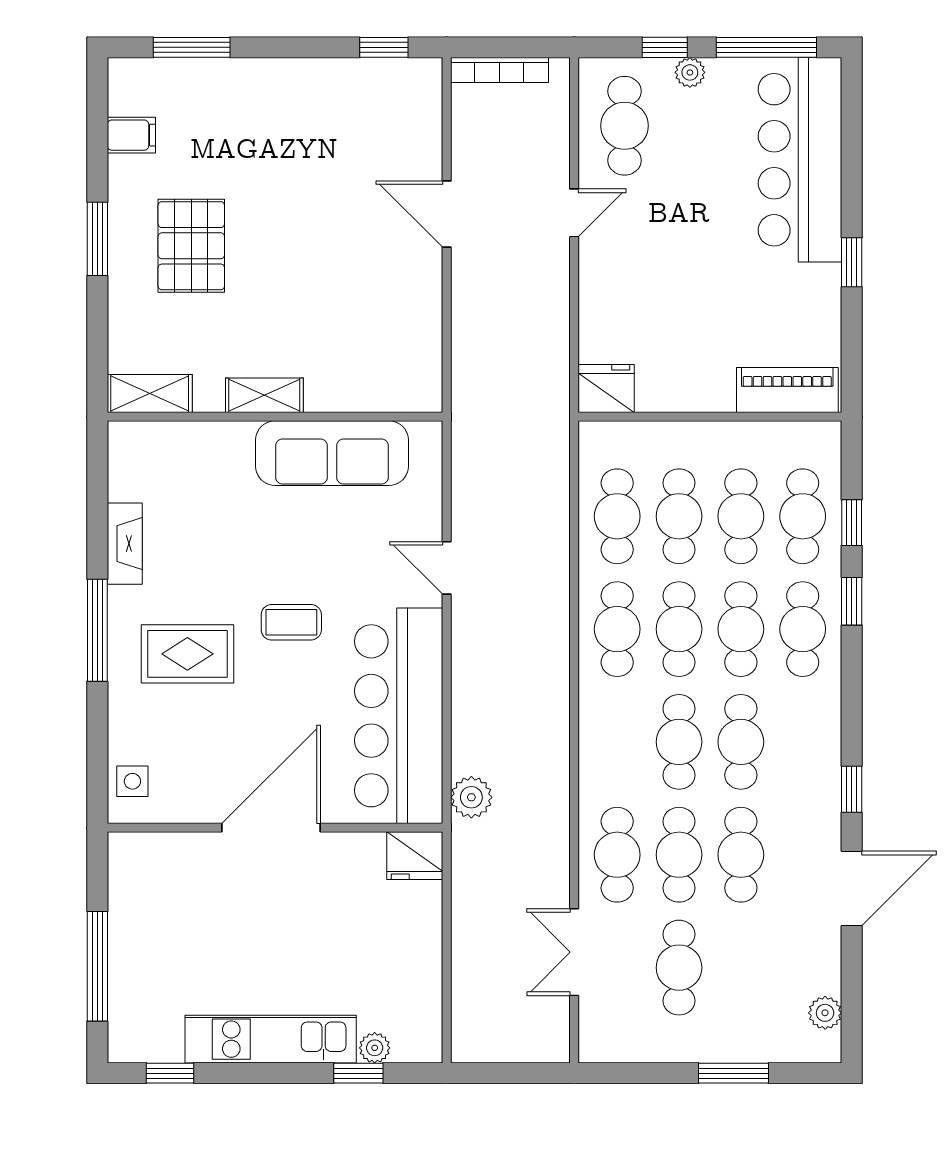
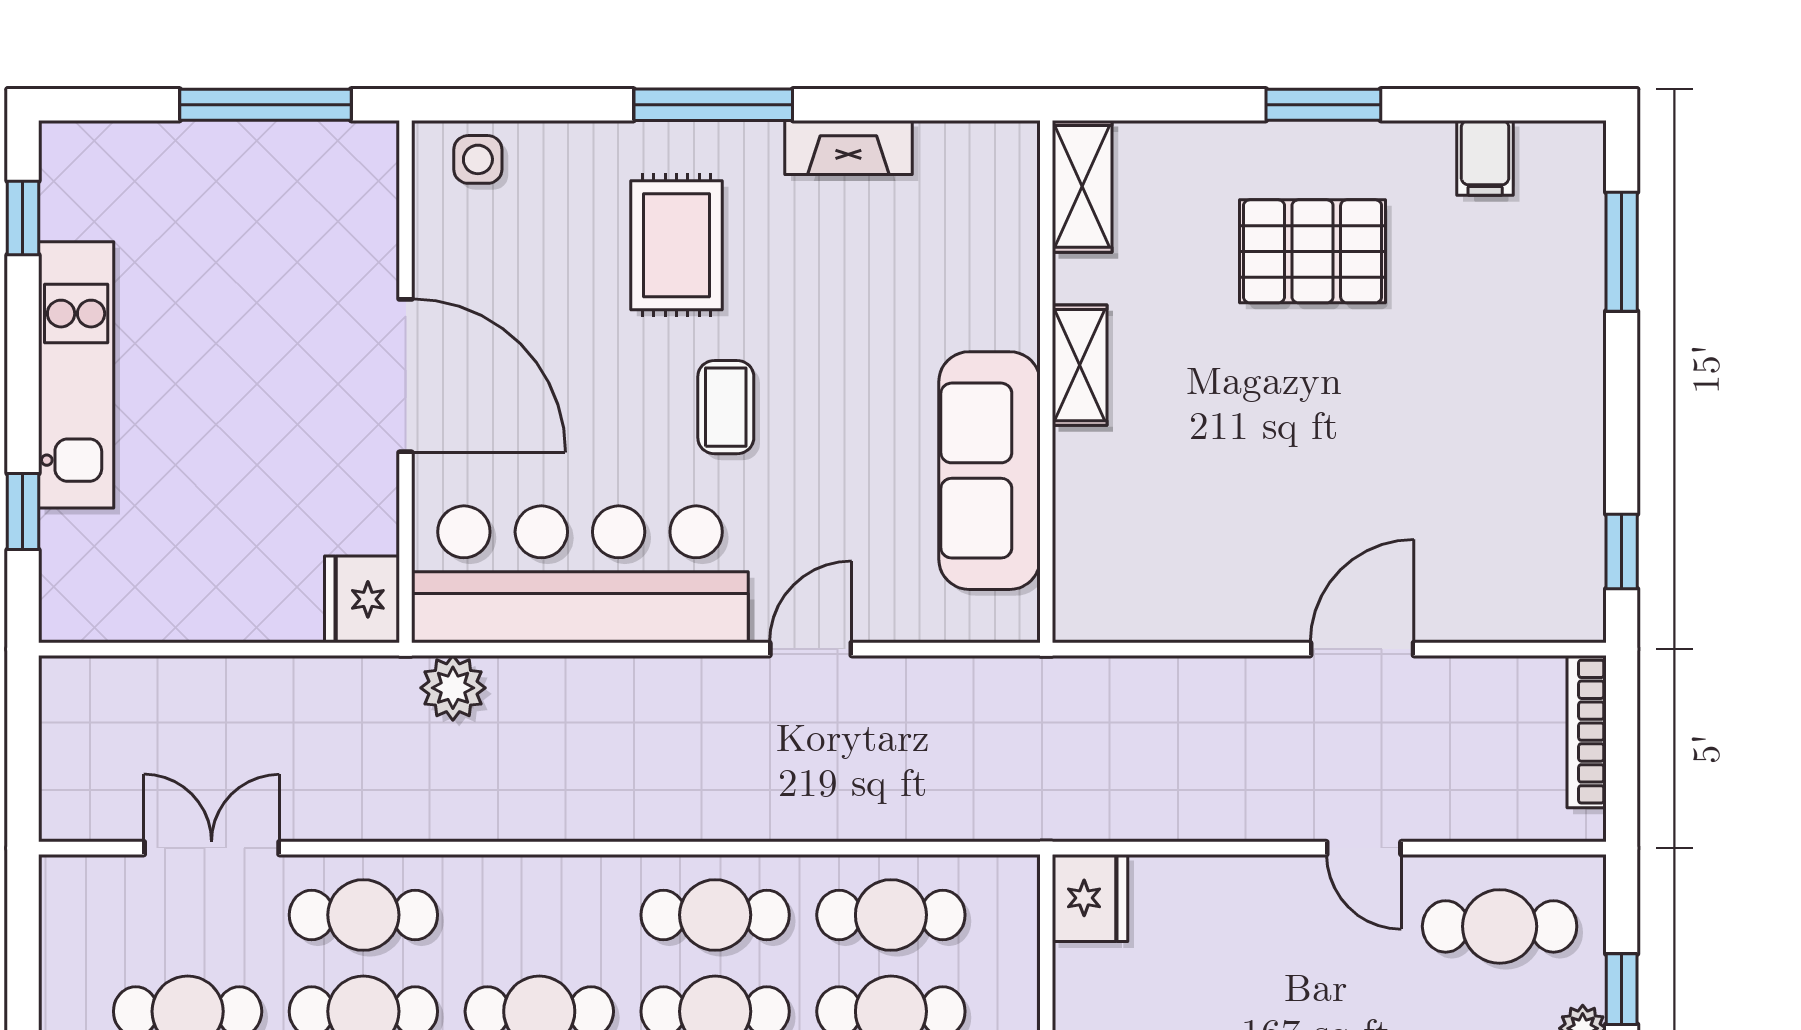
window: (97, 966) -> (265, 105), moved
plant: (375, 1048) -> (62, 537), removed

